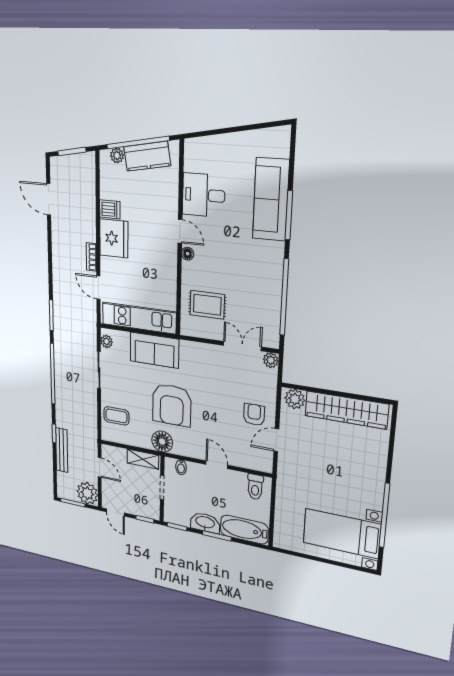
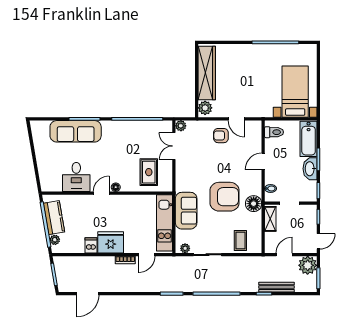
bed with nightstands: (342, 534) -> (295, 92), moved, turned 180

